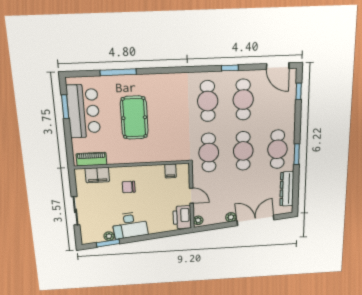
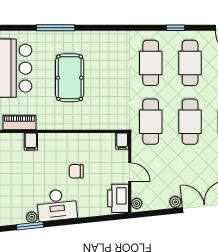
filing cabinet: (170, 171) -> (122, 141), moved
filing cabinet: (97, 175) -> (31, 141), width x0.50
chair: (129, 187) -> (76, 171), moved

